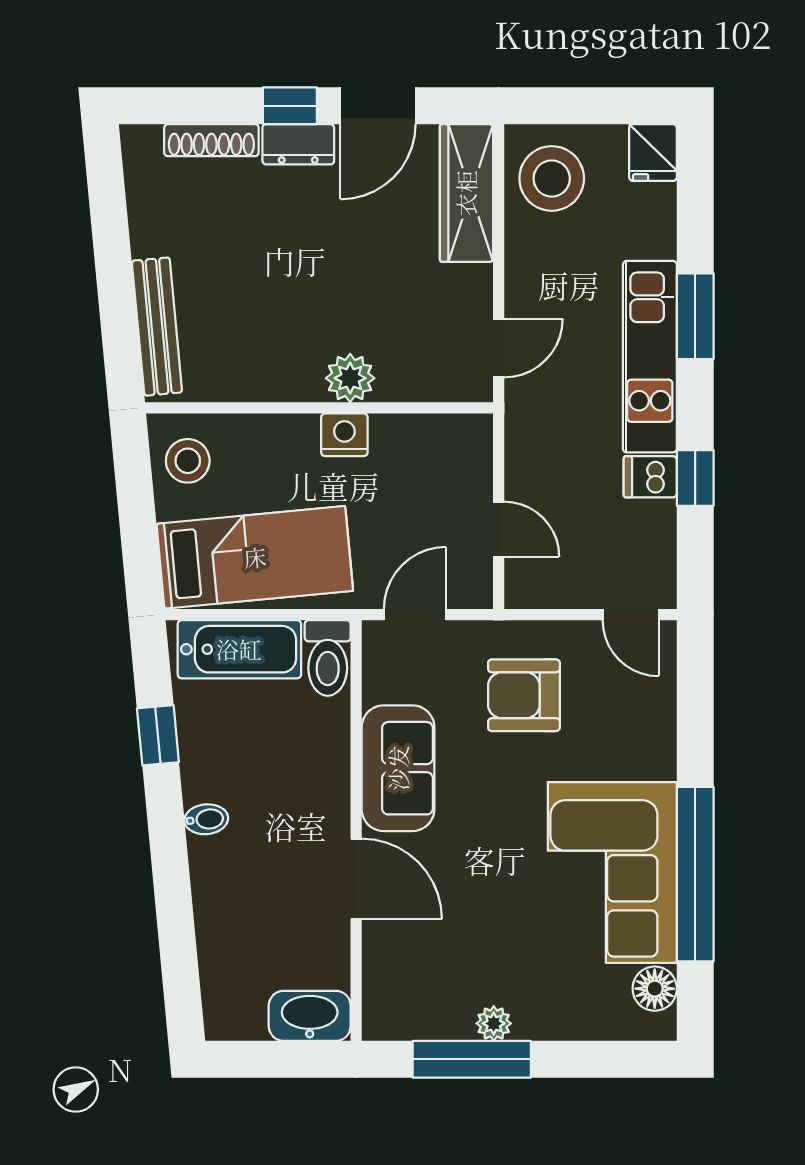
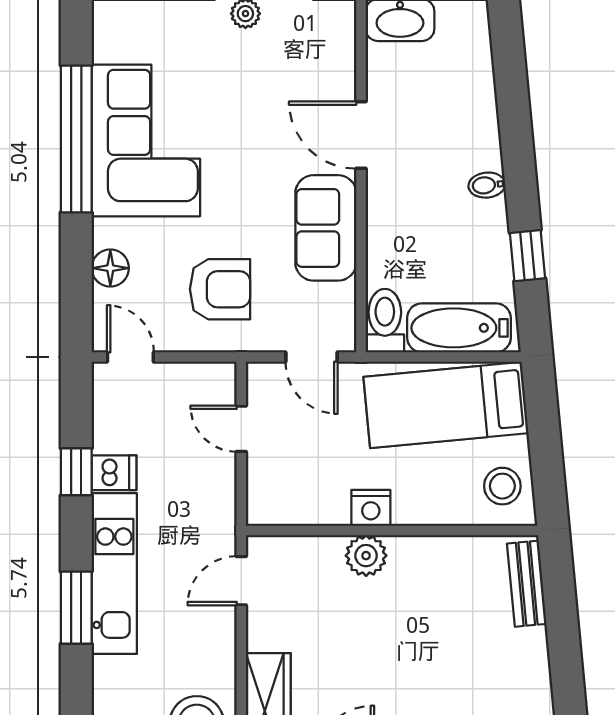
bench: (157, 327) -> (527, 584), width x0.73
door: (415, 615) -> (312, 357), hinge flipped
floor lamp: (655, 989) -> (110, 268), moved

